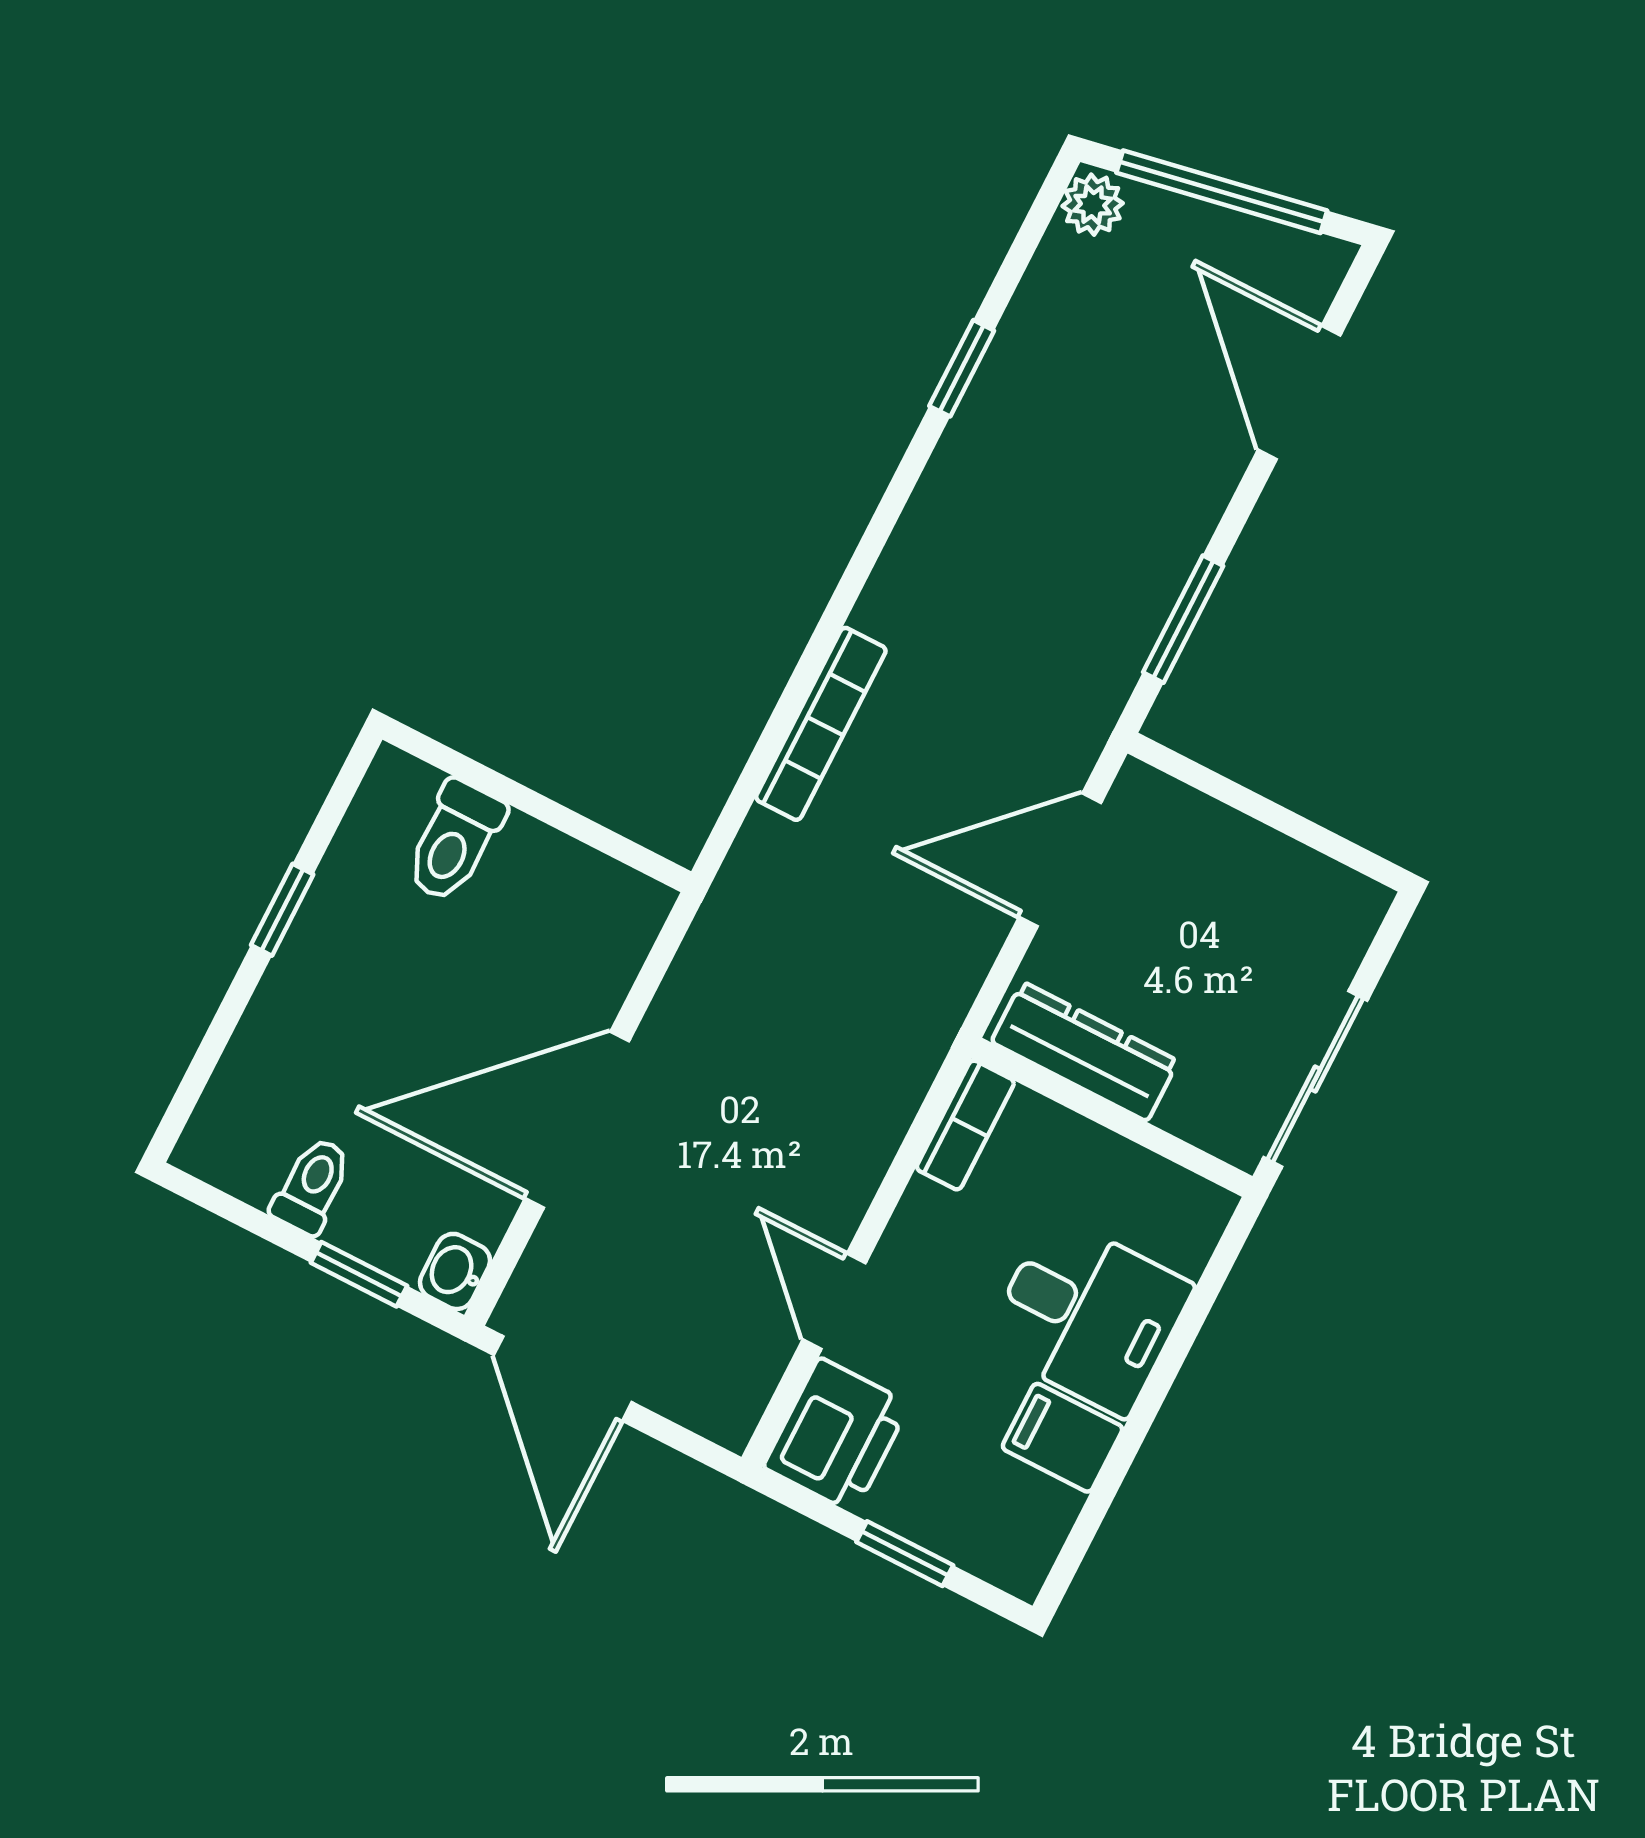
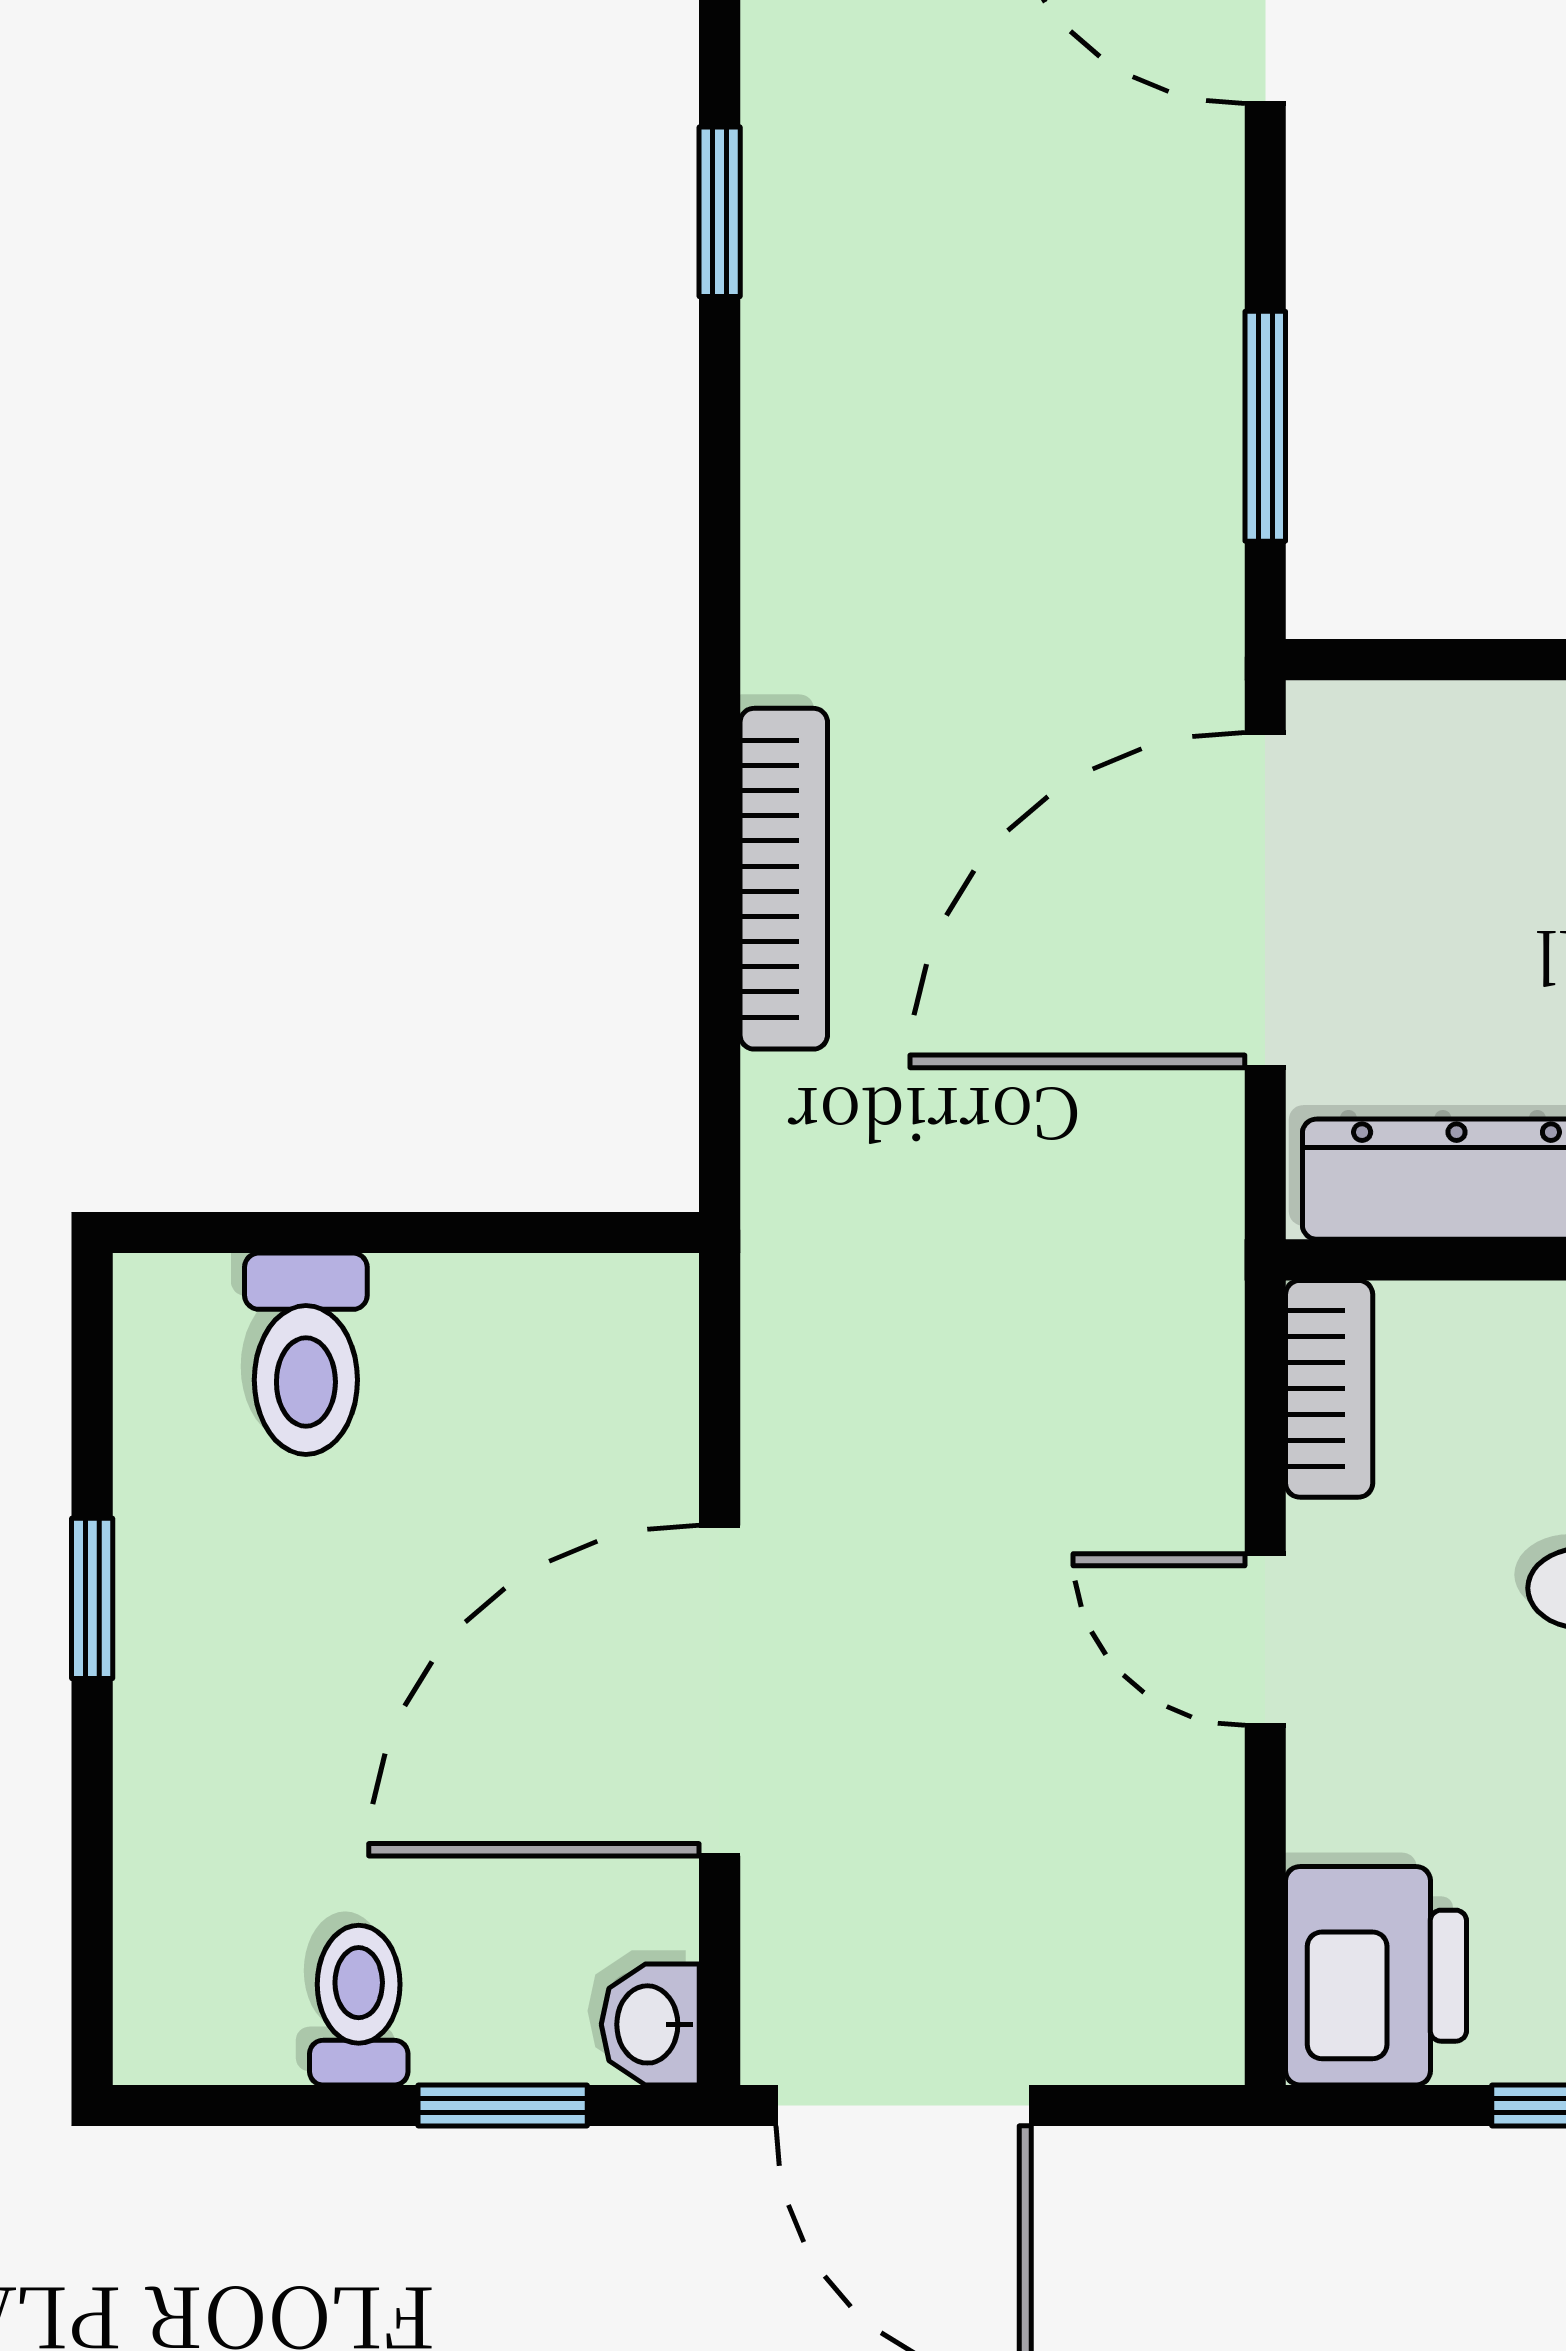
door: (1060, 860) -> (1265, 900), width x1.36
door: (834, 1301) -> (1265, 1640), moved

